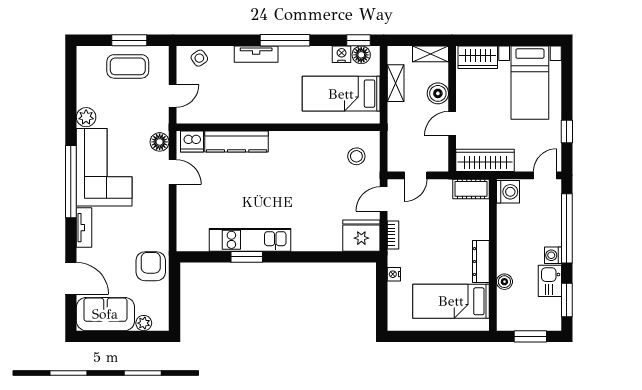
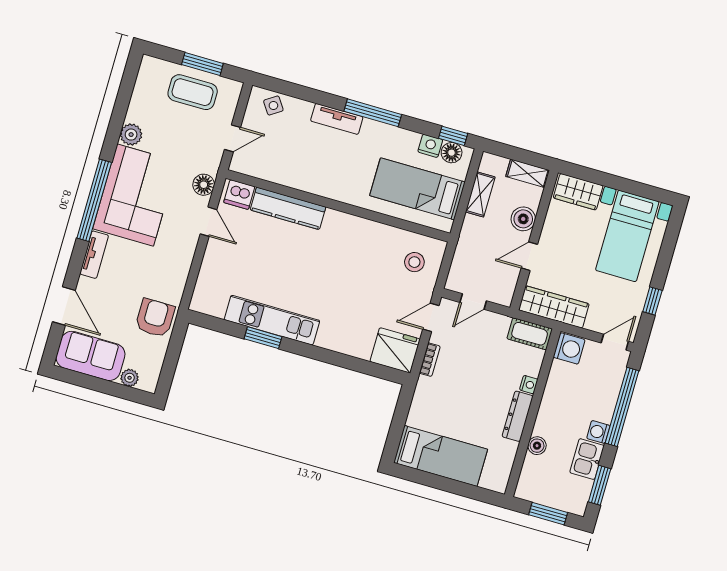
nightstand: (394, 274) -> (529, 385), moved, turned 180
bed: (451, 301) -> (441, 456), moved, turned 180

